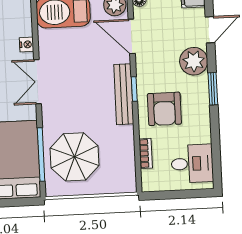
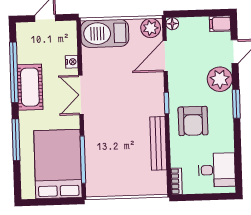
door: (132, 36) -> (165, 56), hinge flipped
bench: (124, 94) -> (158, 143), moved
bookcase: (146, 153) -> (176, 181), moved
parasol: (74, 157) -> (113, 162), removed

